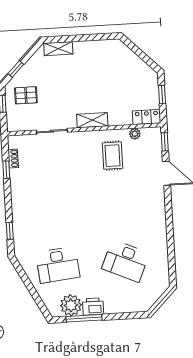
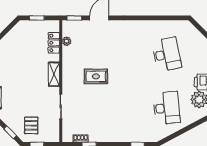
locker: (147, 117) -> (54, 43), moved
rug: (112, 156) -> (96, 76), moved
desk: (126, 261) -> (167, 54), turned -36

